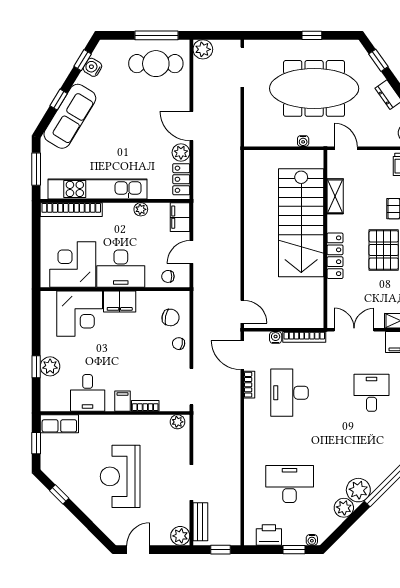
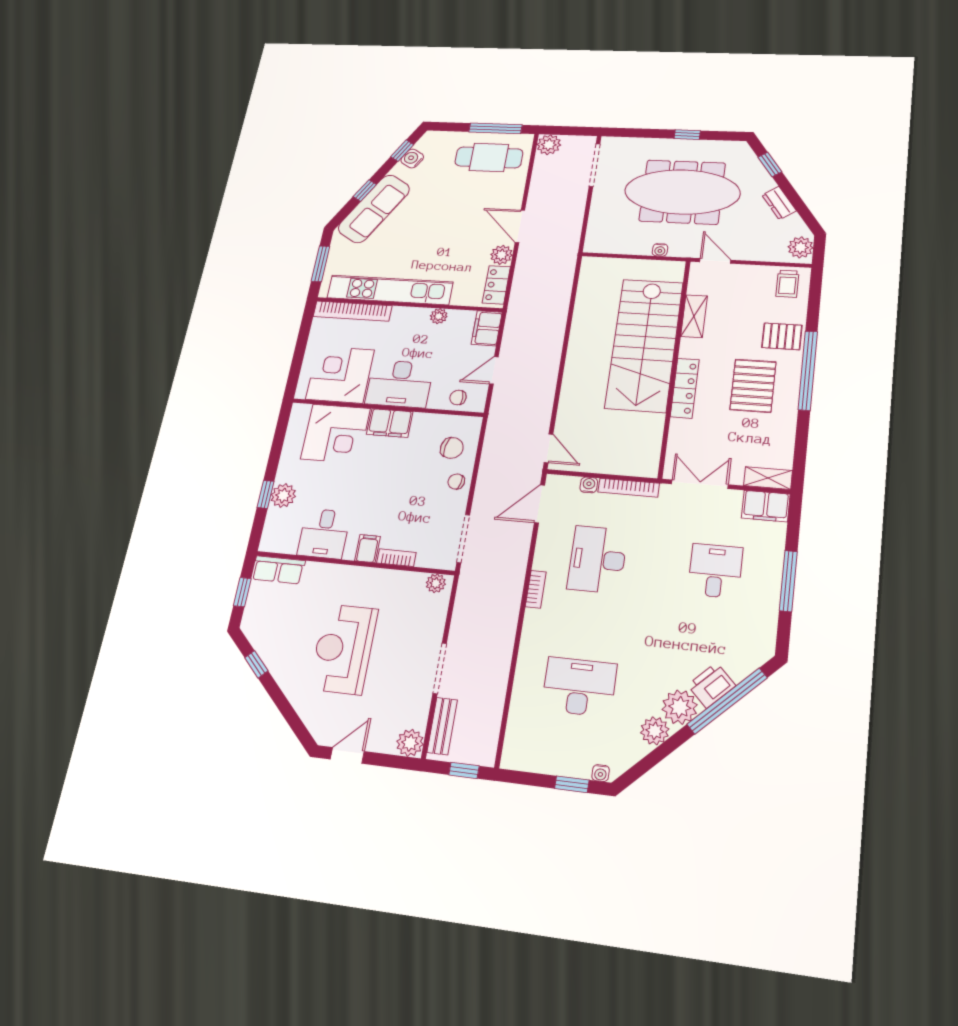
door: (242, 355) -> (540, 504), hinge flipped
bookcase: (249, 385) -> (536, 589), moved
printer: (269, 535) -> (711, 685), moved, turned -45

